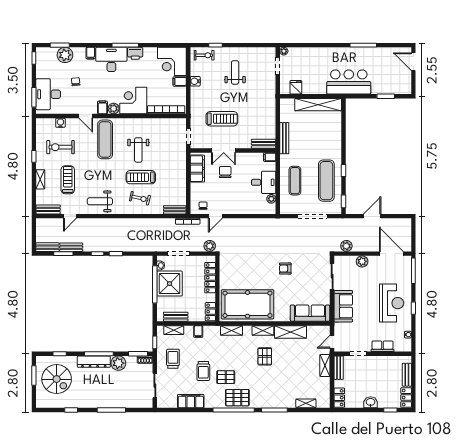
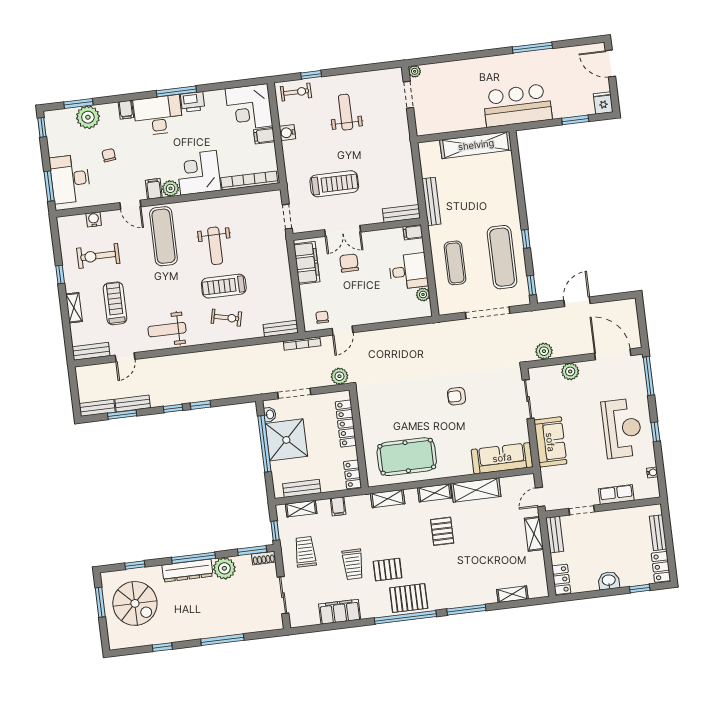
fridge: (296, 87) -> (603, 103), moved
pool table: (247, 304) -> (407, 457), width x0.73, depth x0.76

